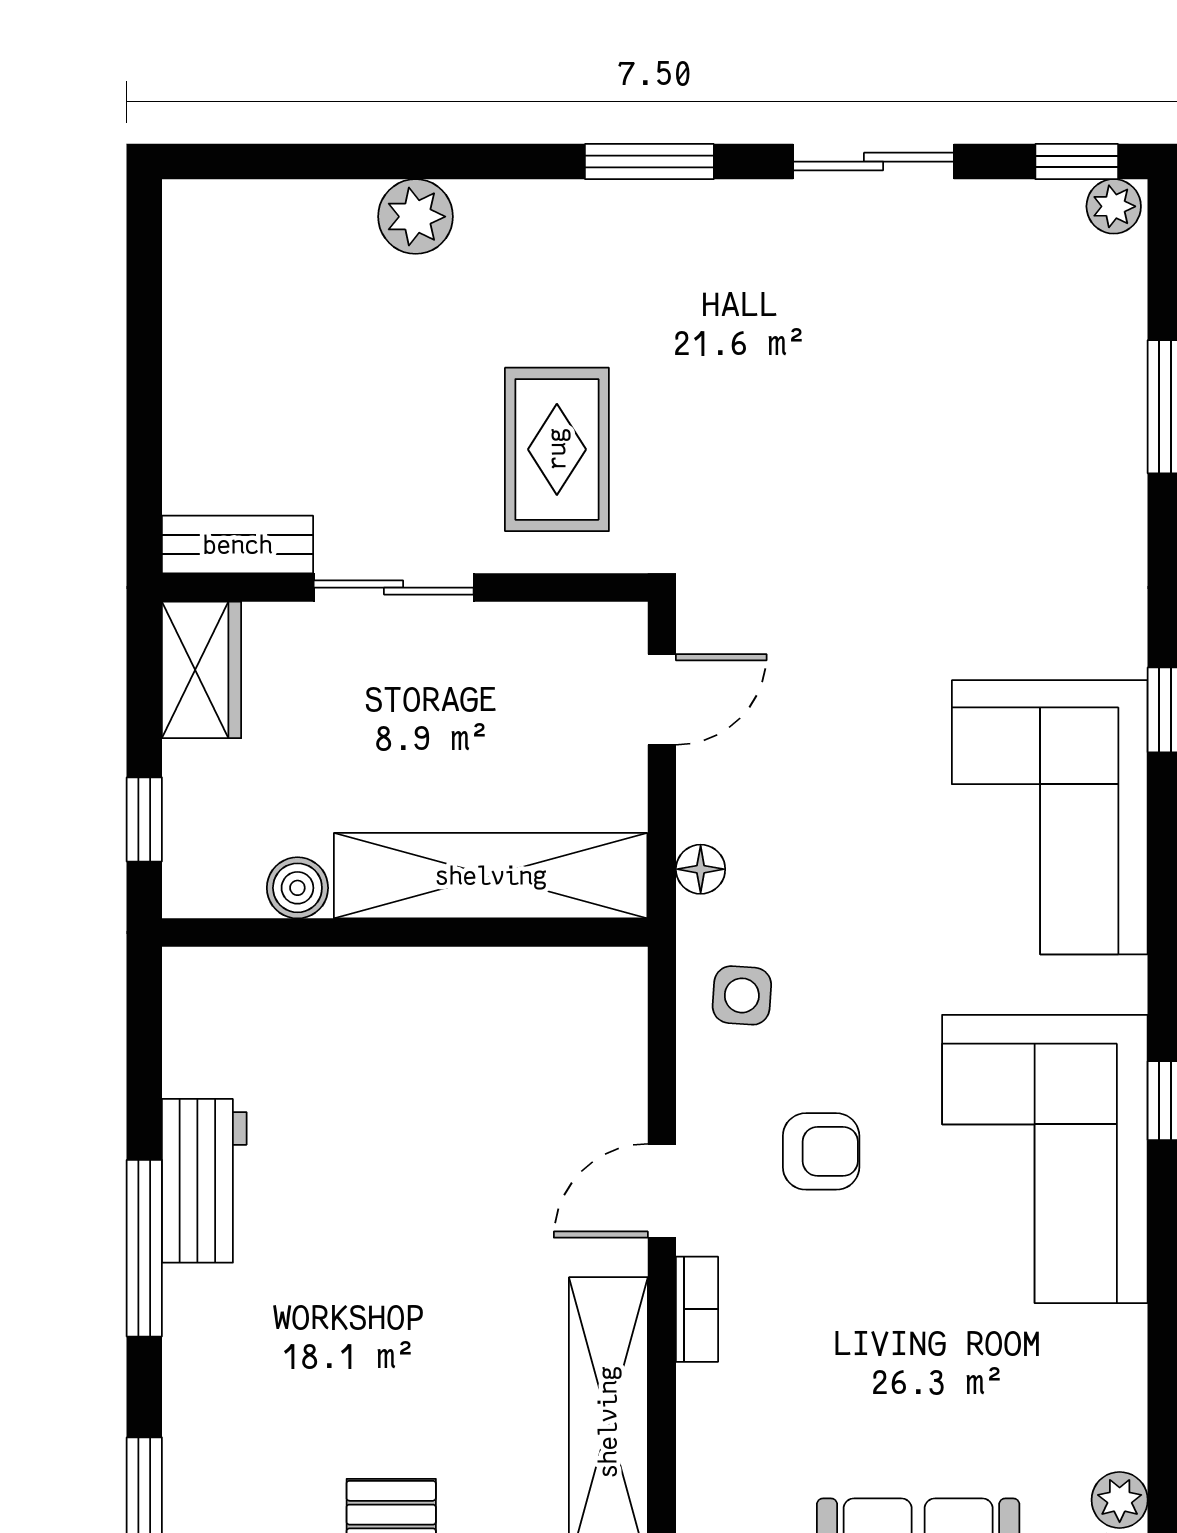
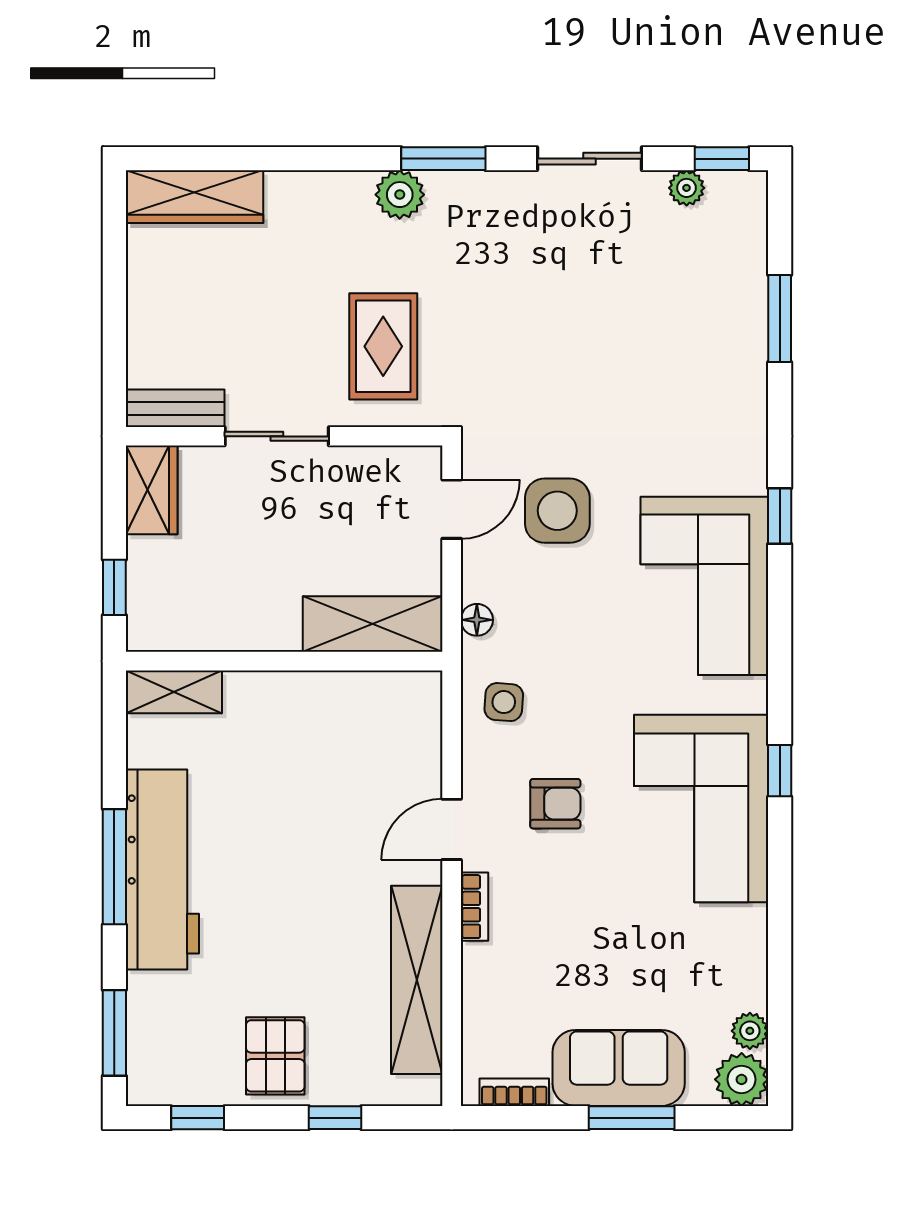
plant: (1114, 206) -> (687, 188), moved
plant: (416, 217) -> (400, 195), moved
wardrobe: (267, 220) -> (194, 197), added
side table: (824, 702) -> (557, 511), added
shelving: (491, 876) -> (372, 624), width x0.68
boiler: (297, 888) -> (214, 632), removed
shelving: (236, 980) -> (174, 692), added
workbench: (204, 1181) -> (162, 870), width x1.88, depth x1.32

